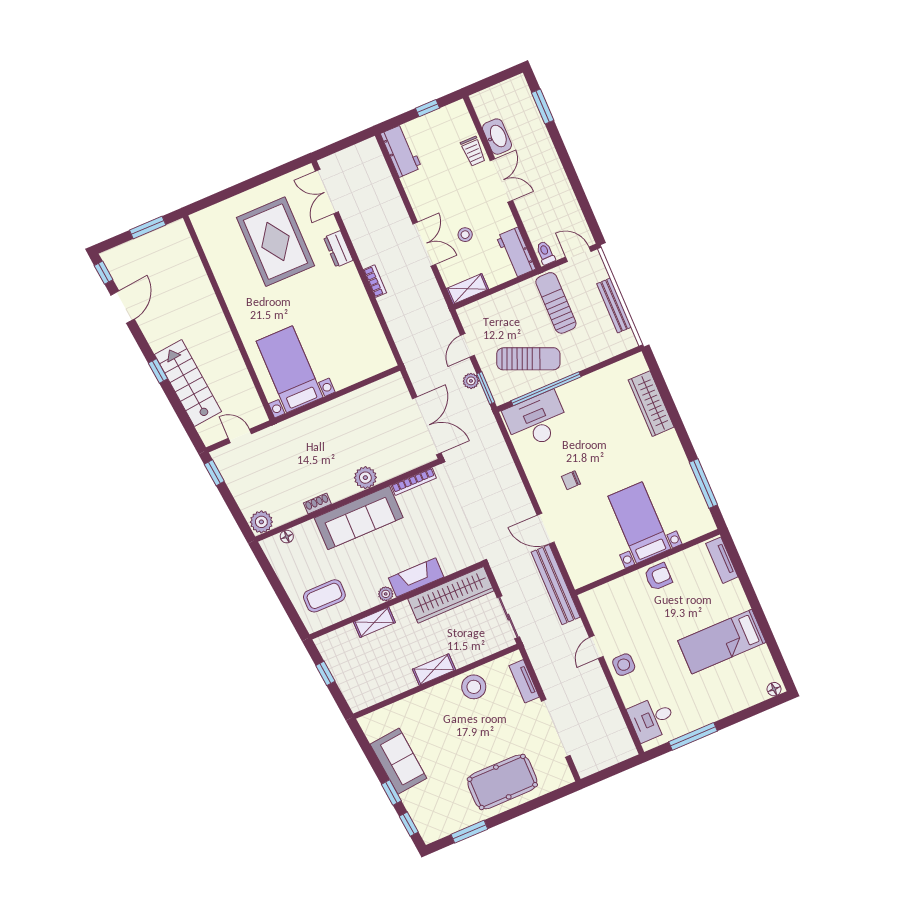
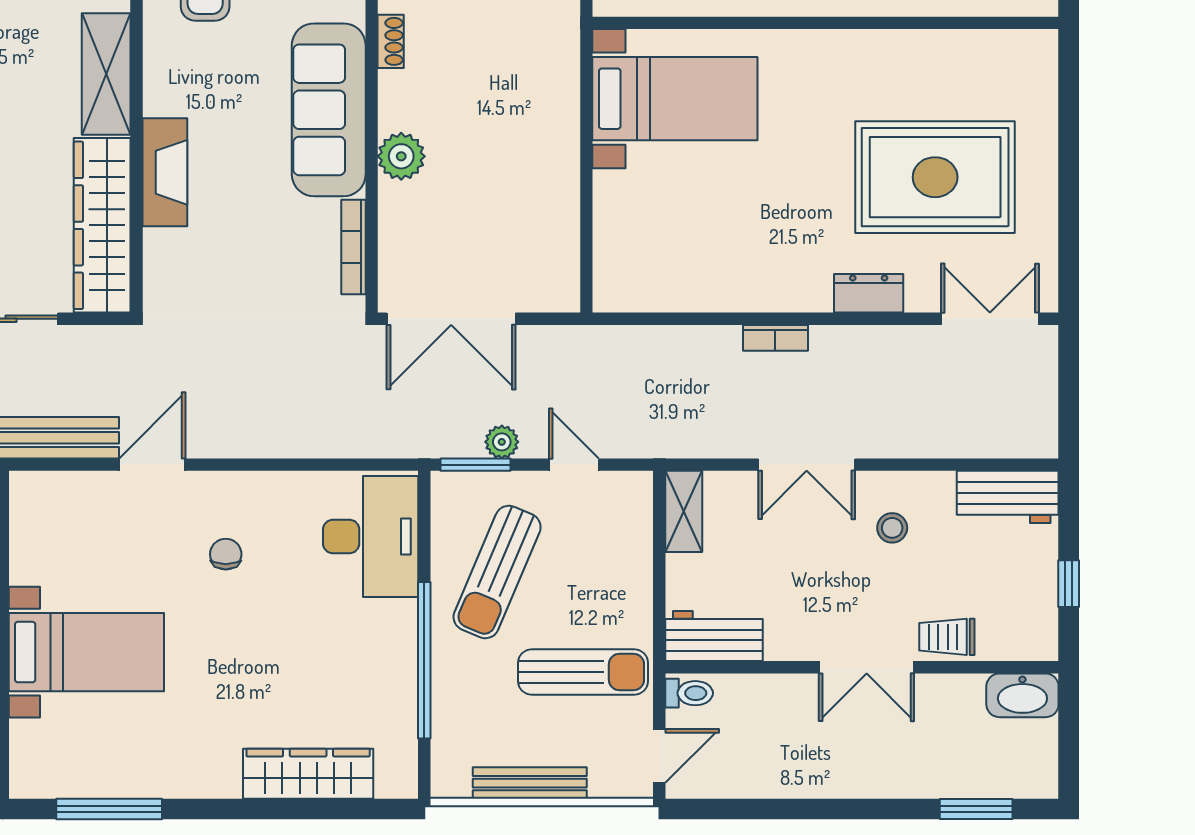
washbasin: (497, 137) -> (1022, 695), moved
stool: (465, 235) -> (892, 528), moved
window: (546, 389) -> (424, 660), moved
plant: (386, 594) -> (158, 99), removed
shelving: (374, 622) -> (106, 74), width x1.50, depth x1.33

